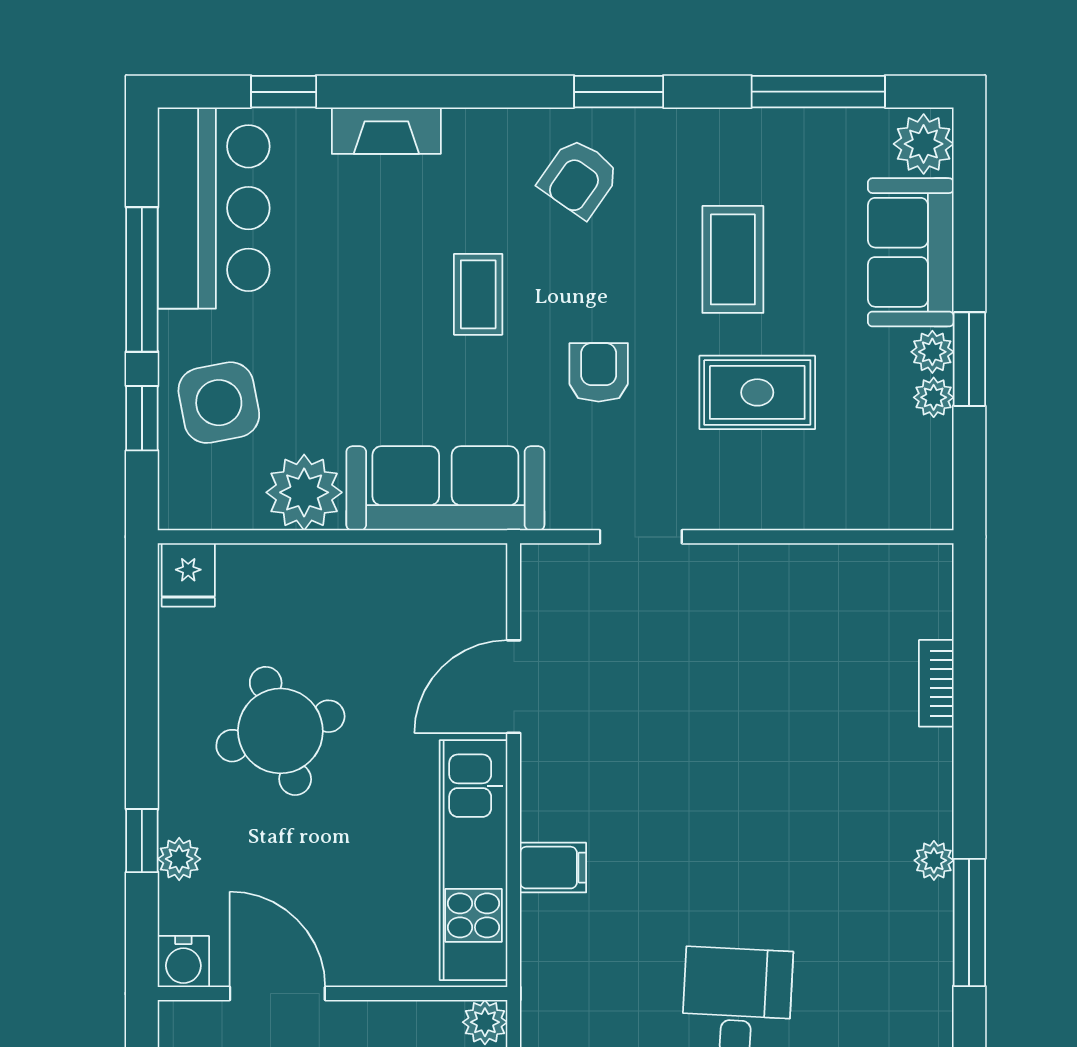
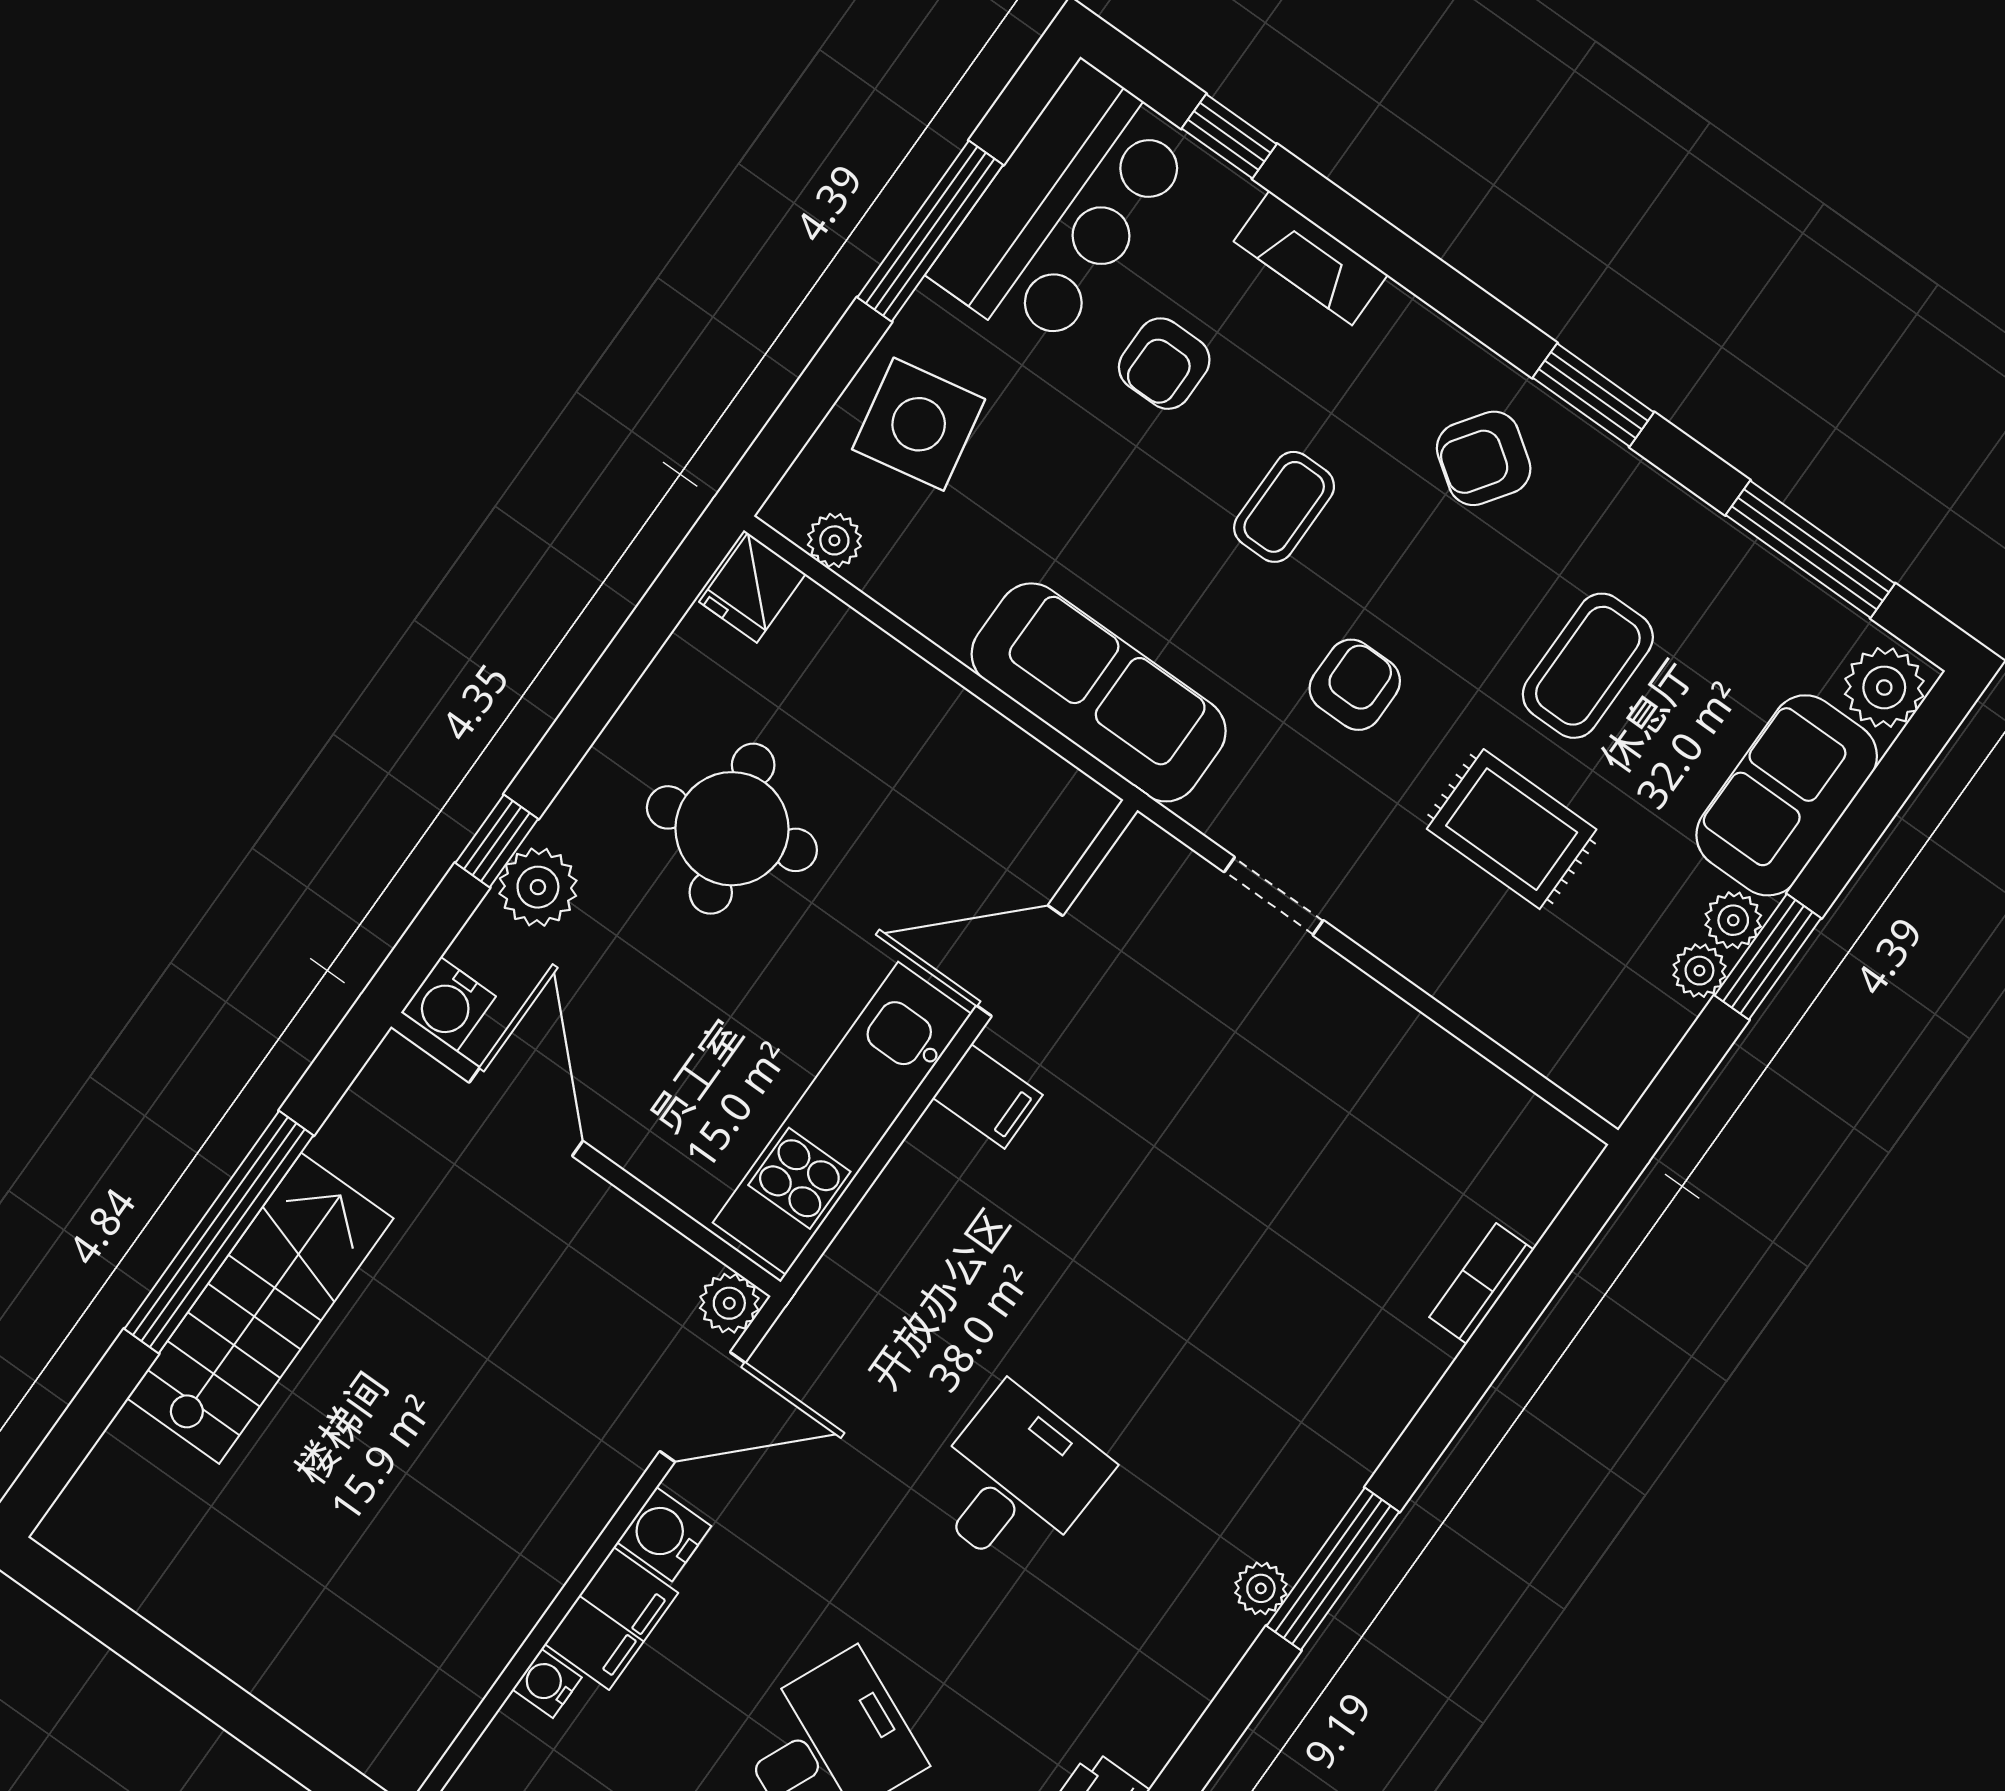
armchair: (343, 259) -> (1164, 364), added
window: (142, 418) -> (823, 382), removed
plant: (304, 492) -> (834, 540), moved, width x0.53, depth x0.53
plant: (179, 859) -> (538, 887), width x1.38, depth x1.38
plant: (934, 860) -> (1261, 1588), moved
filing cabinet: (553, 868) -> (988, 1096), moved

